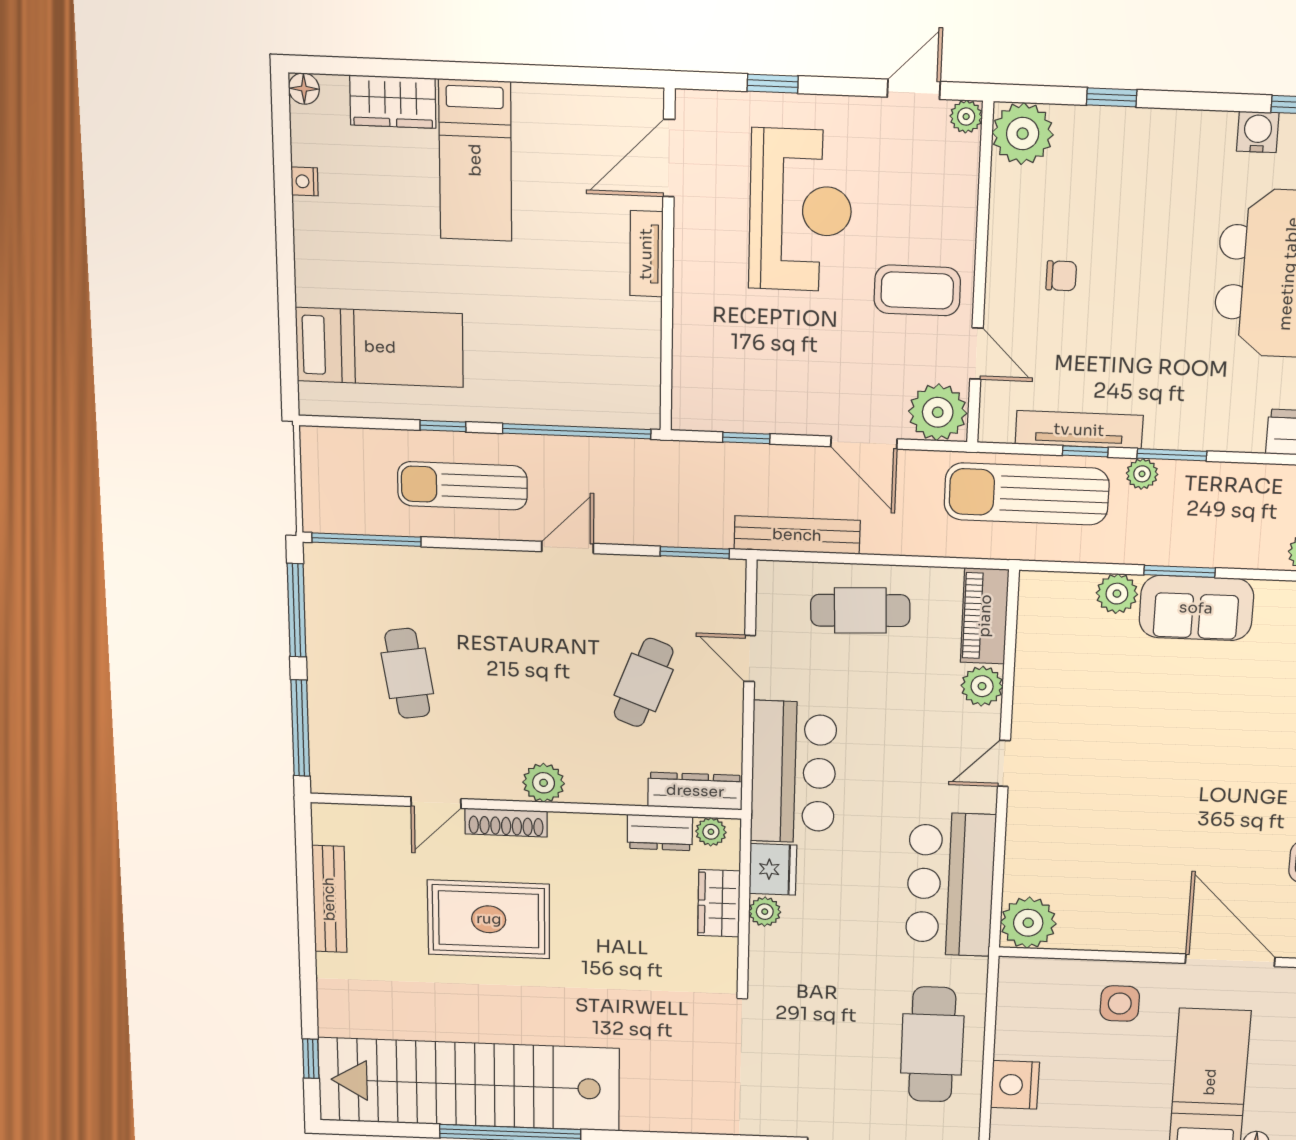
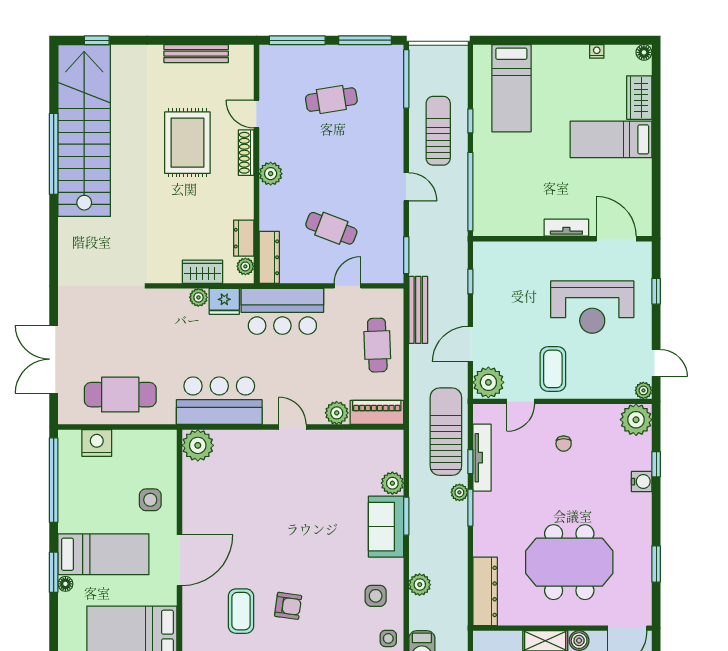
water cooler: (1258, 132) -> (642, 482), moved

